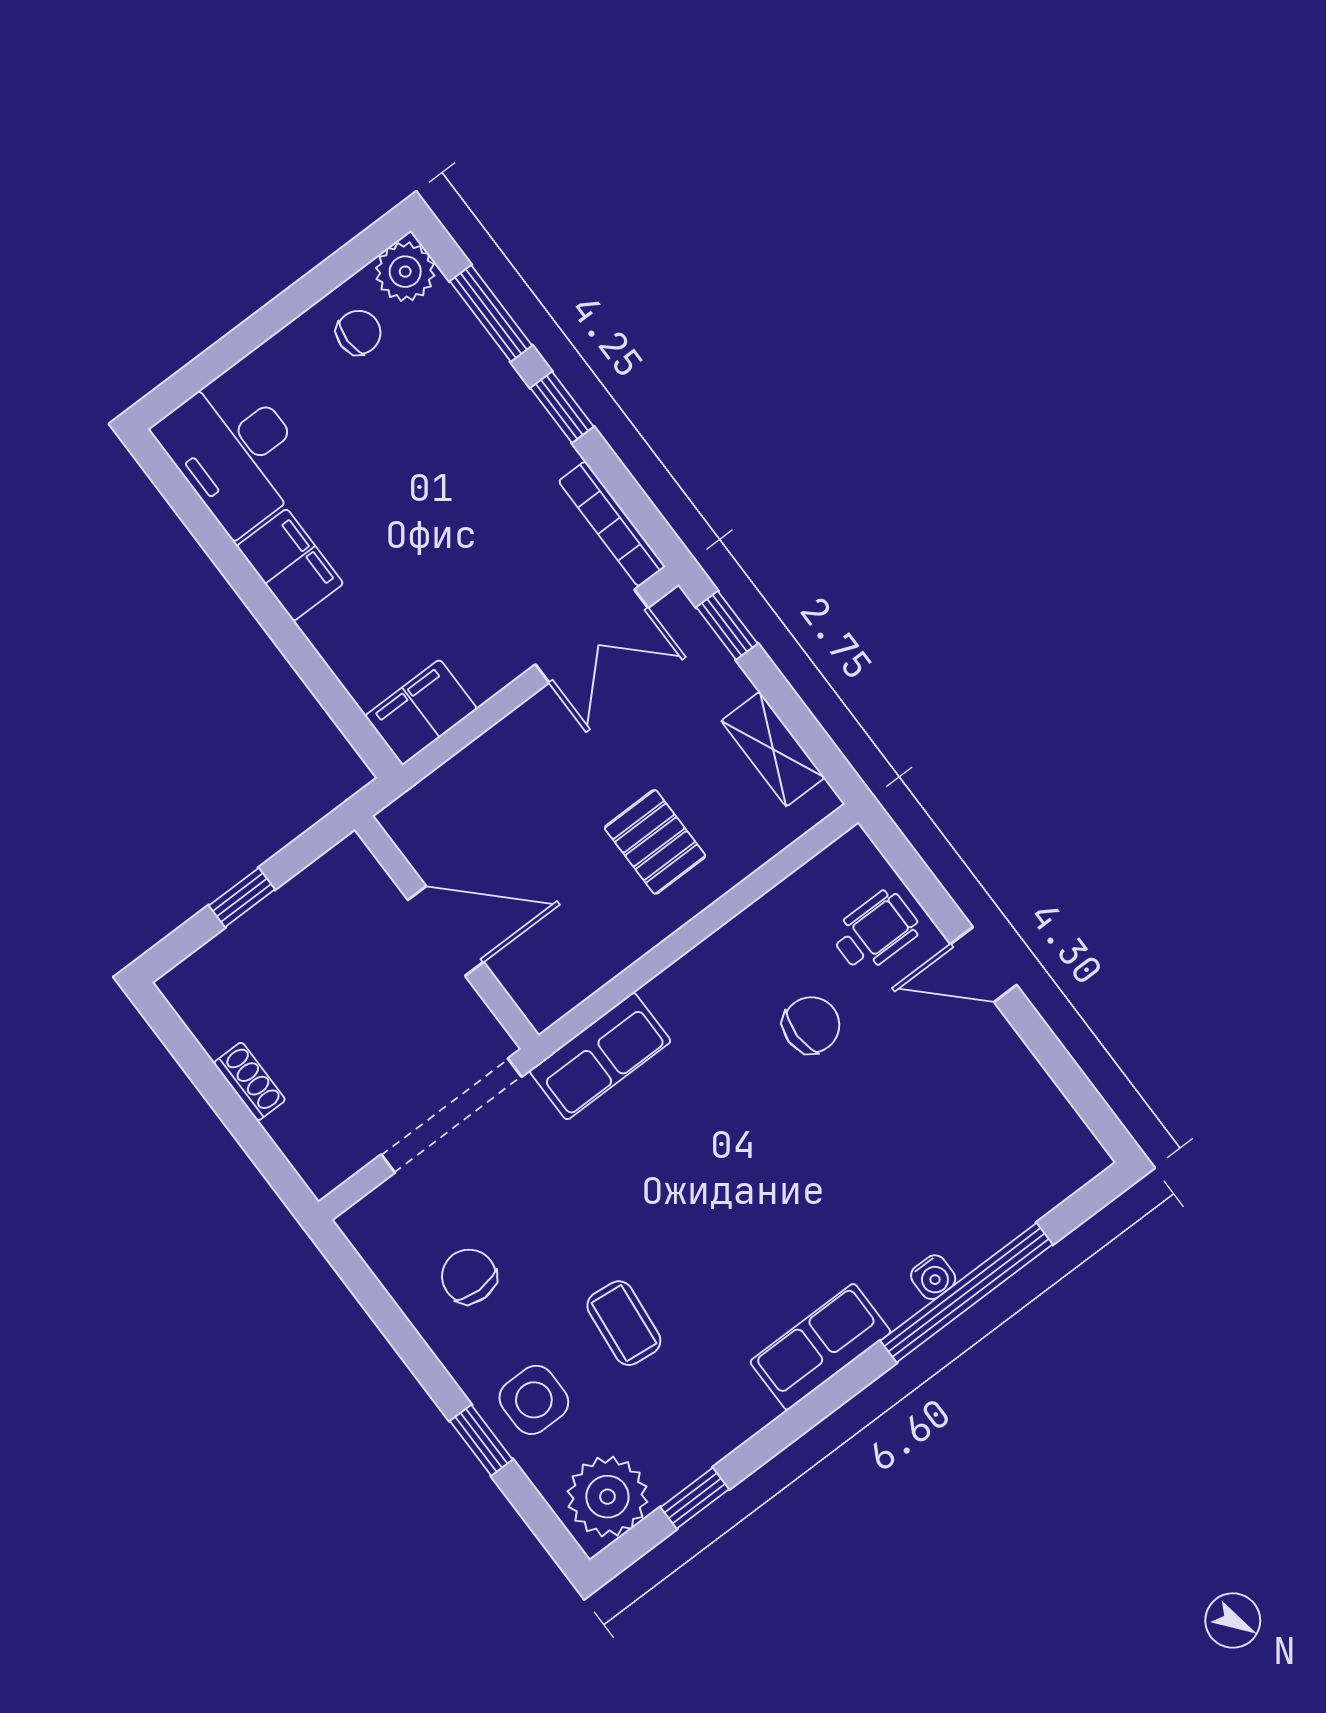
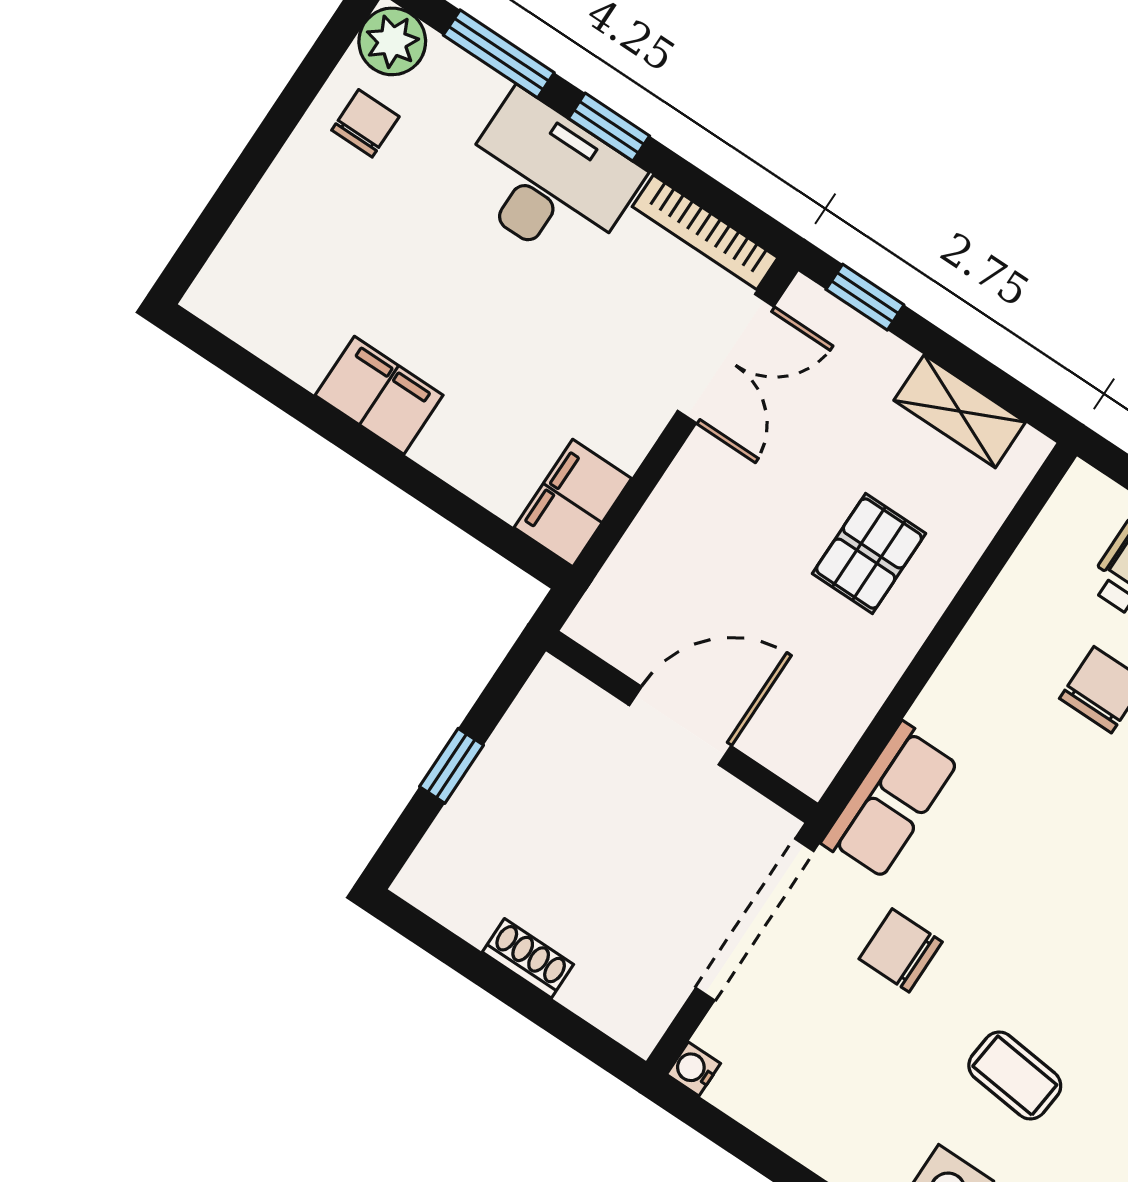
desk: (235, 452) -> (548, 180), moved, turned 180
pallet: (655, 842) -> (869, 553), turned 90
water cooler: (356, 1223) -> (694, 1069), added
chair: (469, 1276) -> (901, 950), moved

